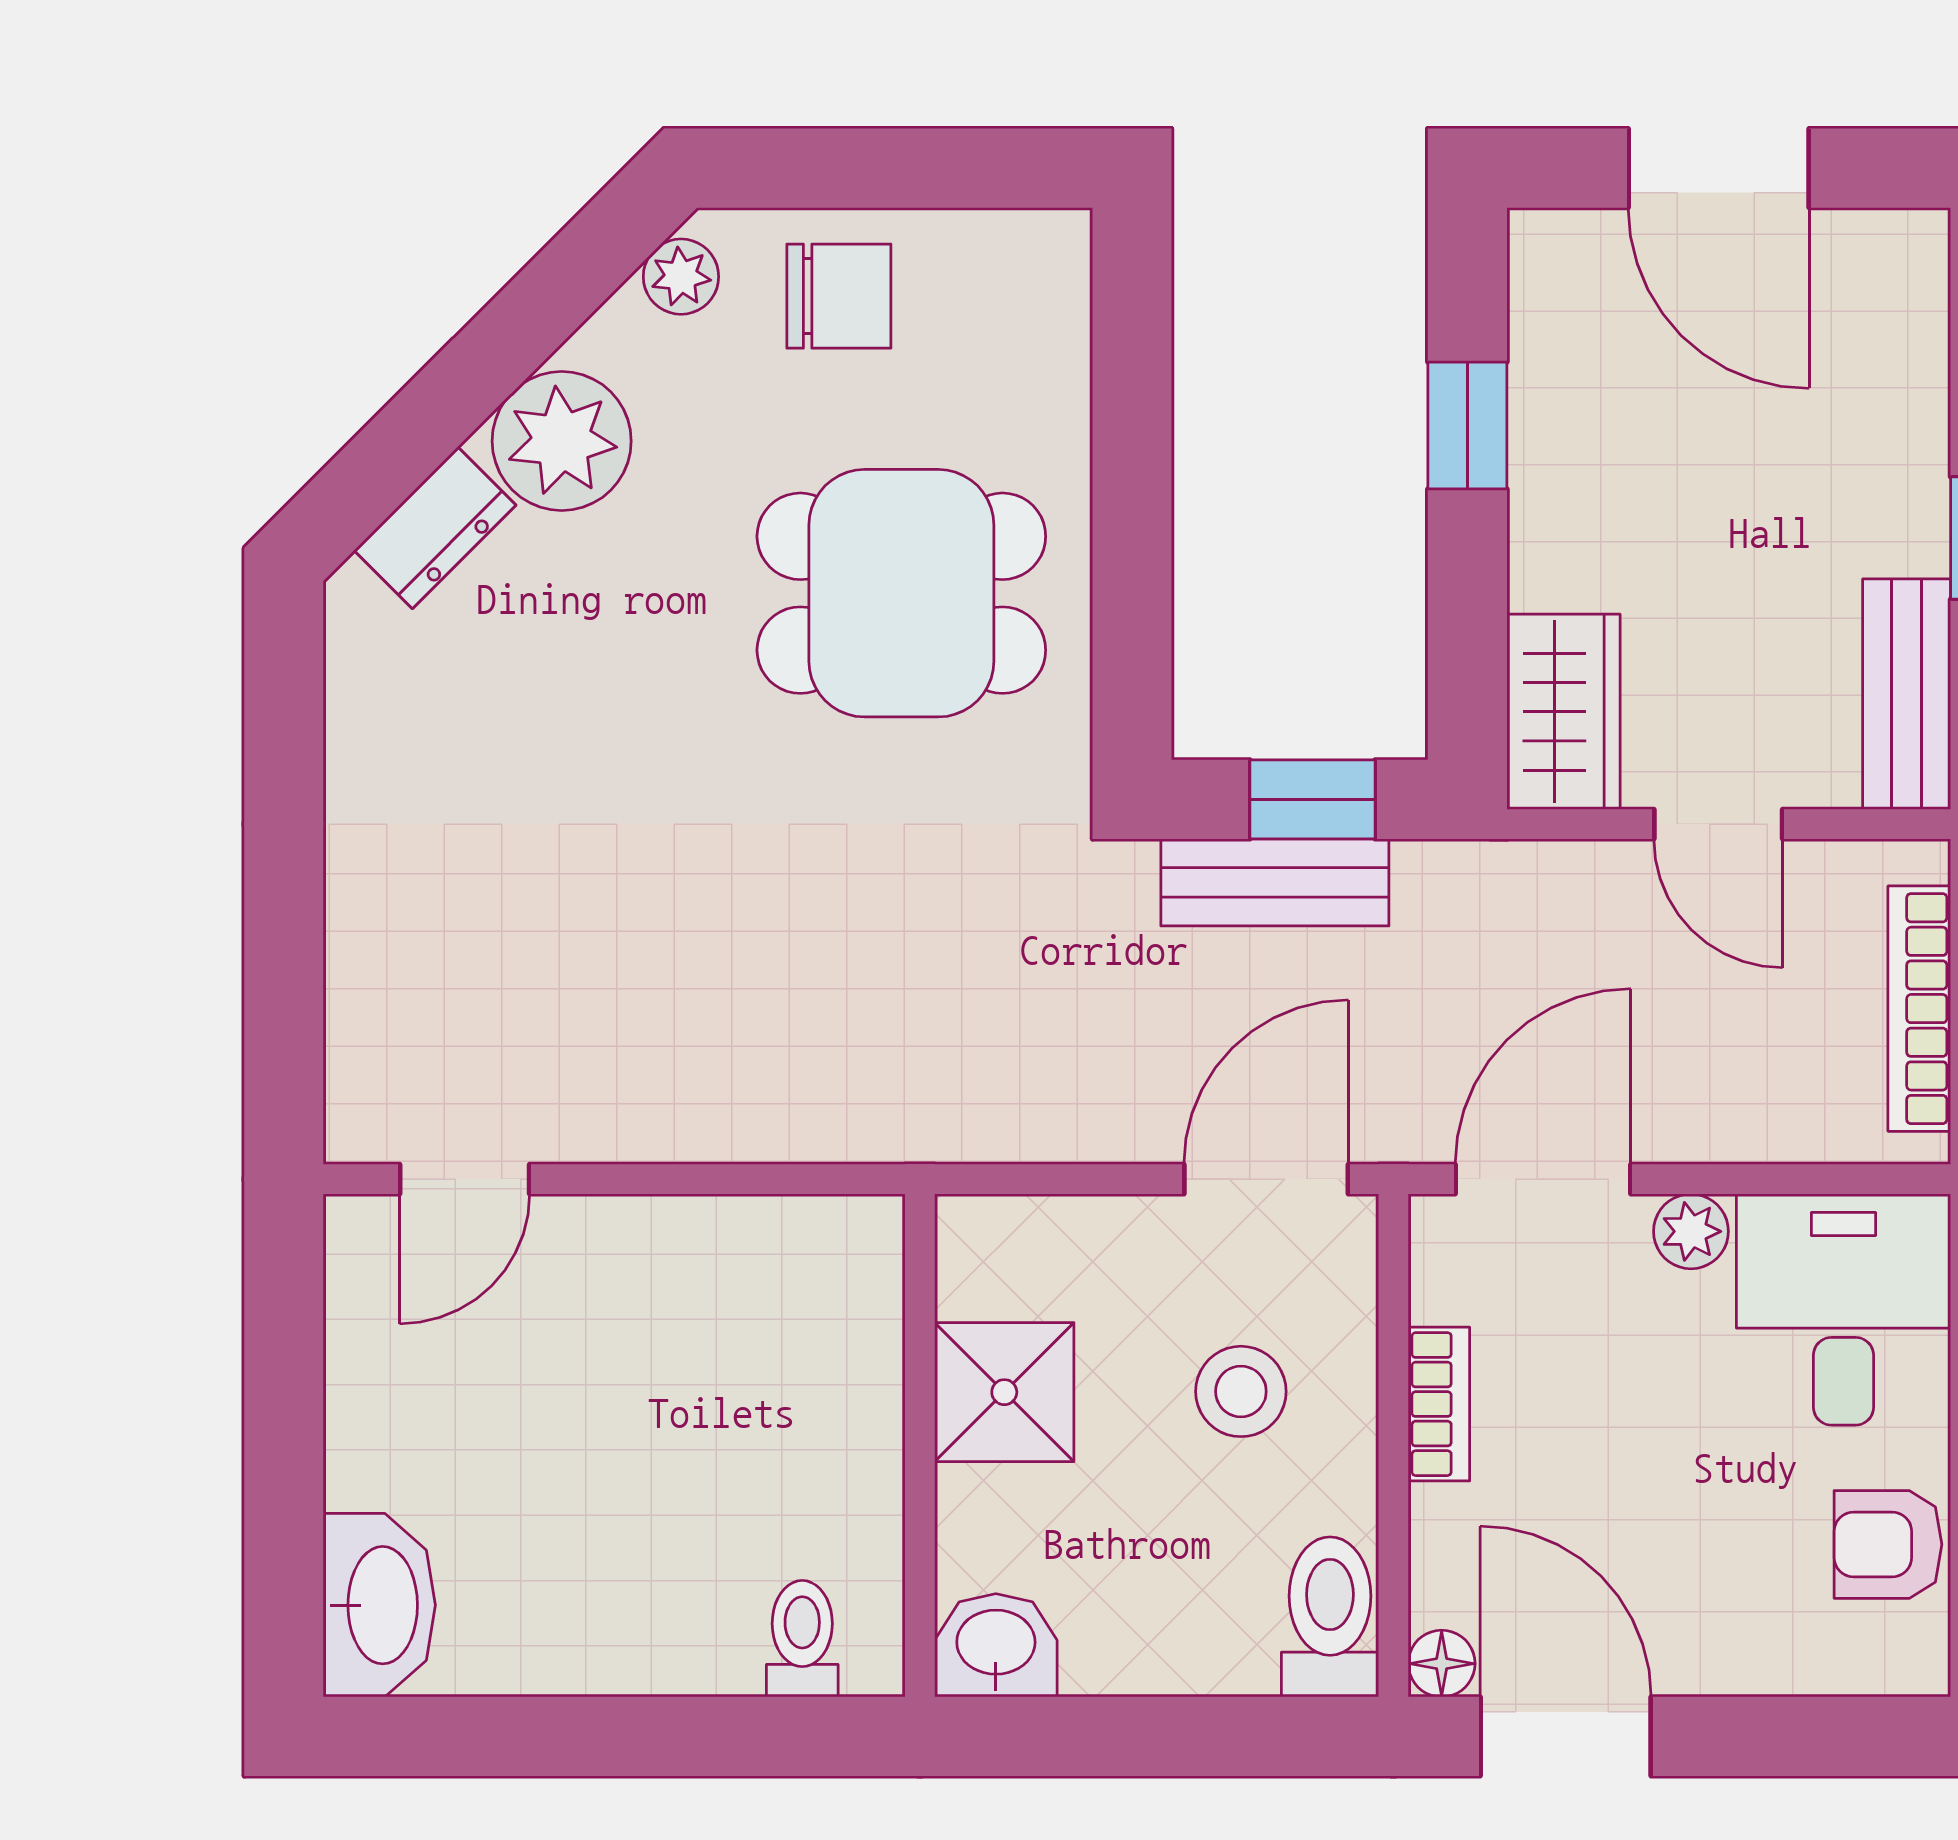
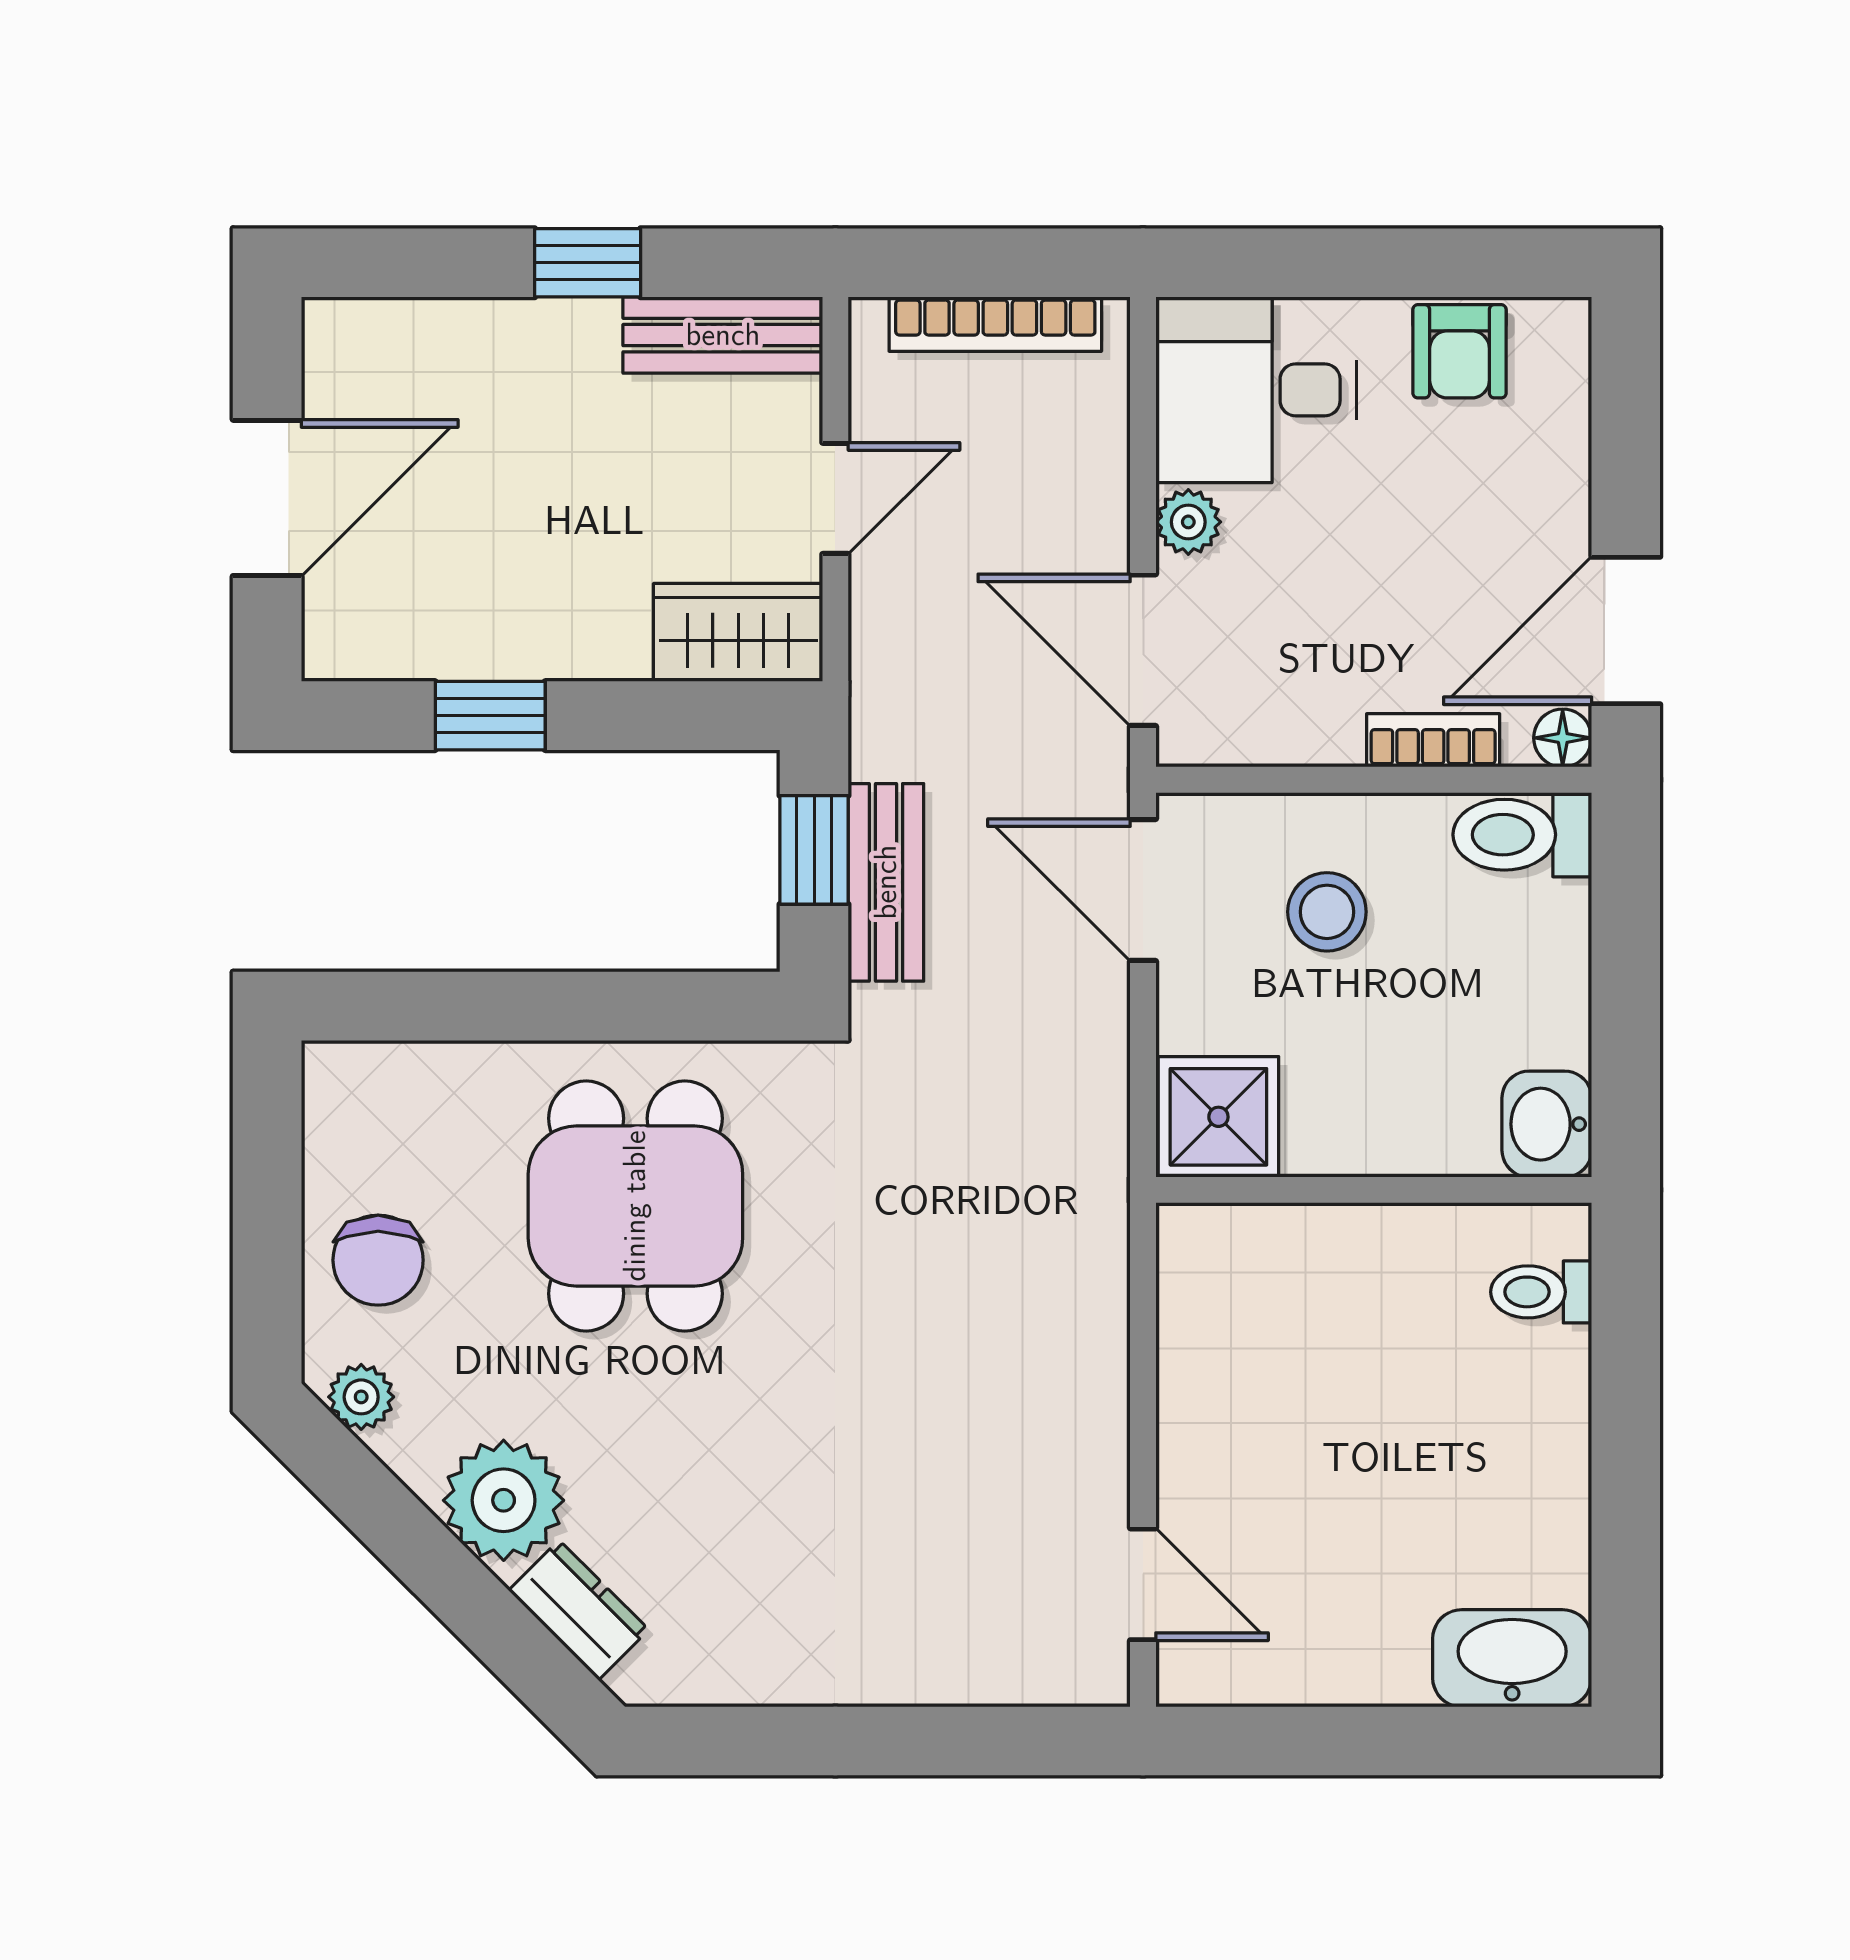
chair: (839, 296) -> (378, 1260), turned 180
shower: (1004, 1392) -> (1218, 1117), moved
bookcase: (1439, 1404) -> (1433, 740), moved

